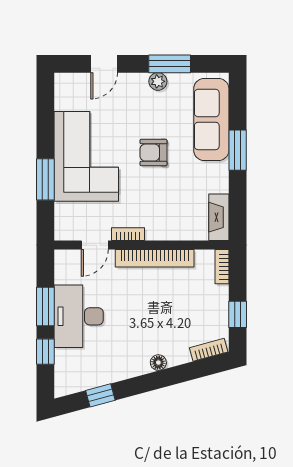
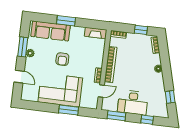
door: (95, 245) -> (101, 91), hinge flipped
window: (45, 306) -> (116, 116), moved

